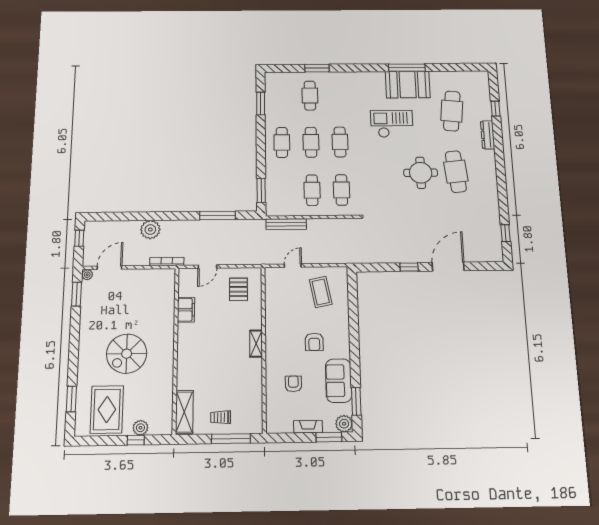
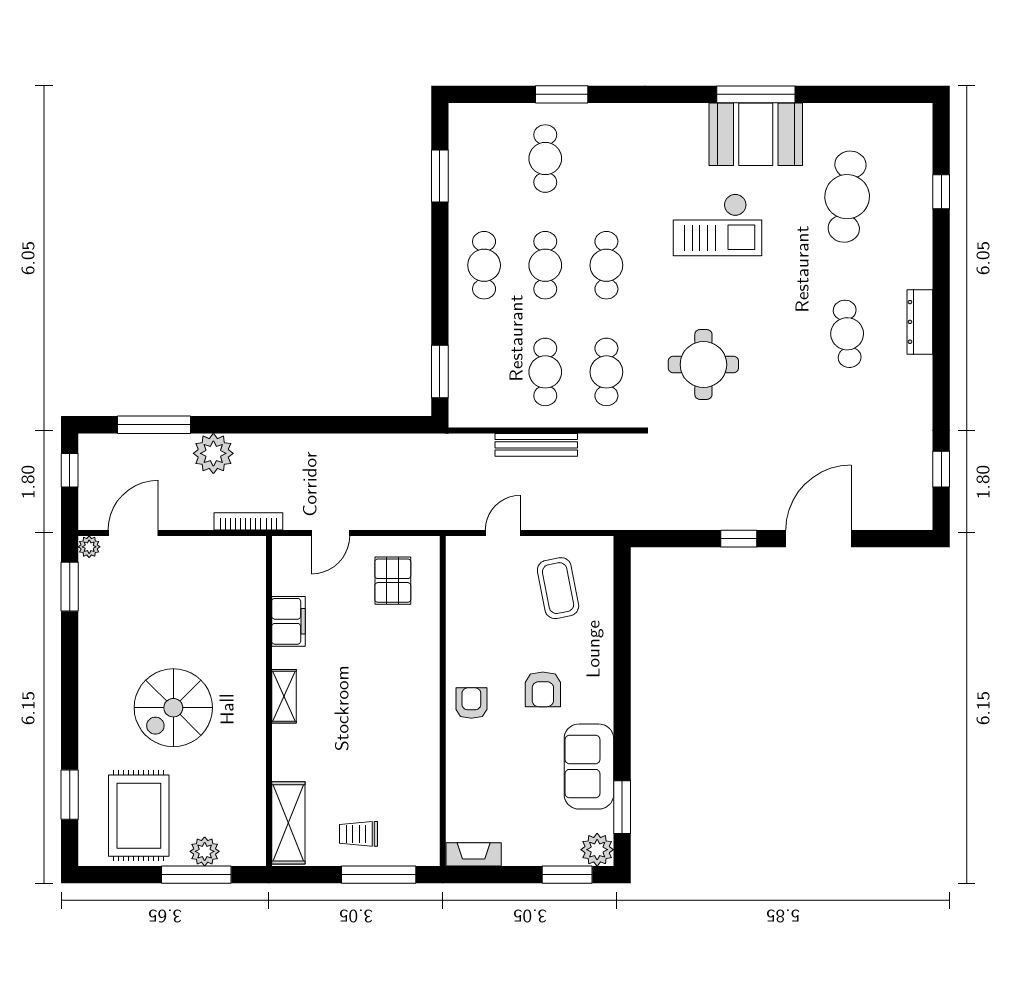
checkout: (392, 124) -> (718, 225), turned 180
dresser: (488, 135) -> (920, 322), moved
cafe table: (456, 172) -> (847, 334), width x0.73, depth x0.74
round table: (421, 173) -> (703, 365), moved
window: (218, 215) -> (154, 425), moved
bench: (286, 224) -> (536, 445), moved
shelving: (256, 344) -> (284, 696), moved
armchair: (293, 384) -> (471, 703), moved
fireplace: (308, 427) -> (474, 854), moved
window: (136, 440) -> (196, 875), width x2.17

